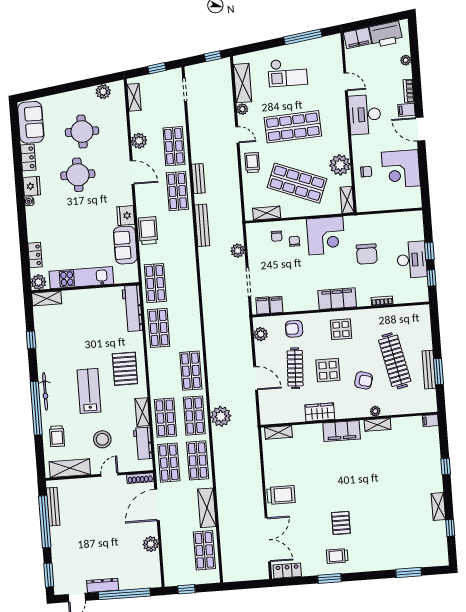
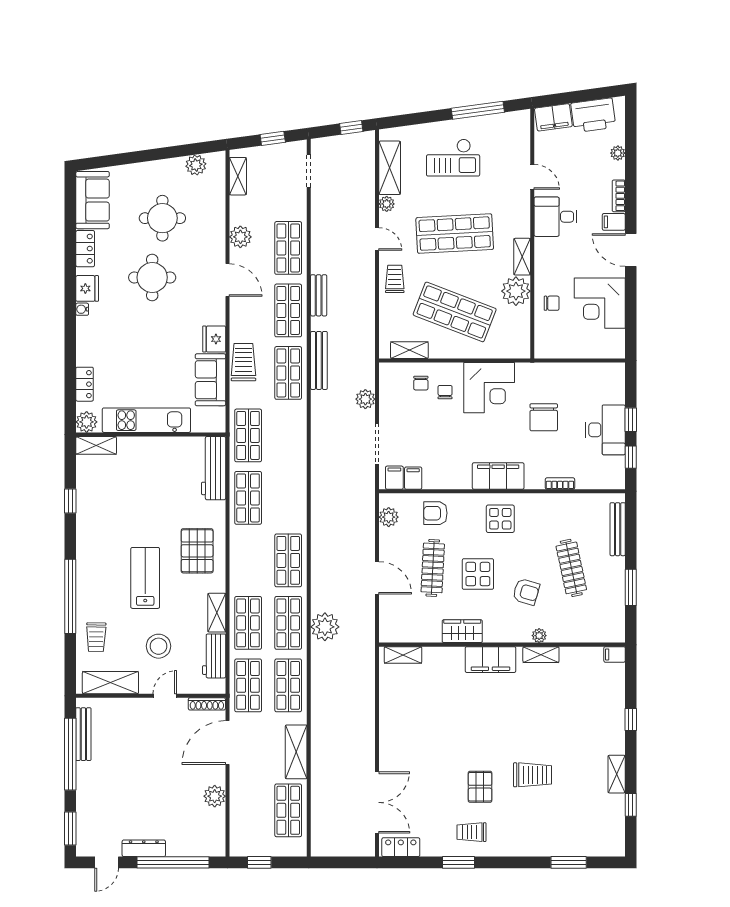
desk: (365, 115) -> (556, 217), width x0.73
shelving: (347, 200) -> (522, 257), moved
shop shelf: (181, 236) -> (288, 373), added
clothes rail: (395, 361) -> (571, 568), width x0.73, depth x0.76
bench: (429, 370) -> (618, 529), moved
bicycle: (45, 391) -> (84, 574), removed
trolley: (281, 495) -> (533, 775), moved

